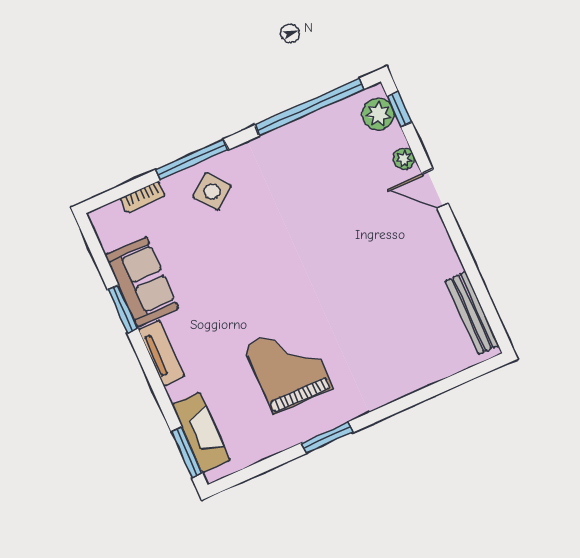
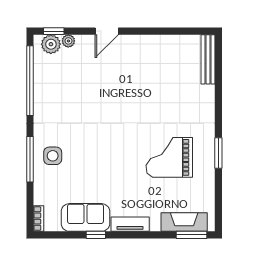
plant: (404, 159) -> (68, 41), moved
side table: (212, 191) -> (53, 156), turned 38
bookcase: (143, 197) -> (39, 219), moved
window: (123, 309) -> (96, 235), width x0.67
bench: (472, 313) -> (208, 59), moved, turned 90

